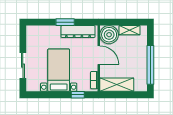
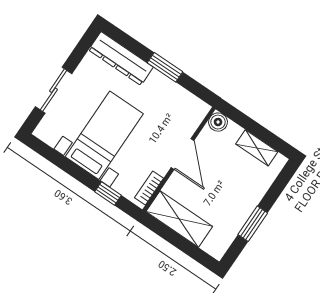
dresser: (78, 32) -> (121, 58), moved
boiler: (109, 35) -> (218, 122), width x0.54, depth x0.54
window: (150, 65) -> (253, 224), width x0.47

